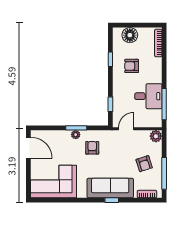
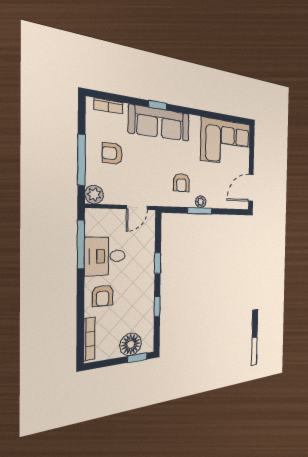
window: (125, 25) -> (137, 358), added
armchair: (132, 66) -> (103, 296), moved, turned 90
window: (110, 104) -> (158, 263), moved
door: (28, 148) -> (251, 188), hinge flipped
armchair: (144, 164) -> (112, 153), turned -72
window: (164, 173) -> (81, 160), moved

